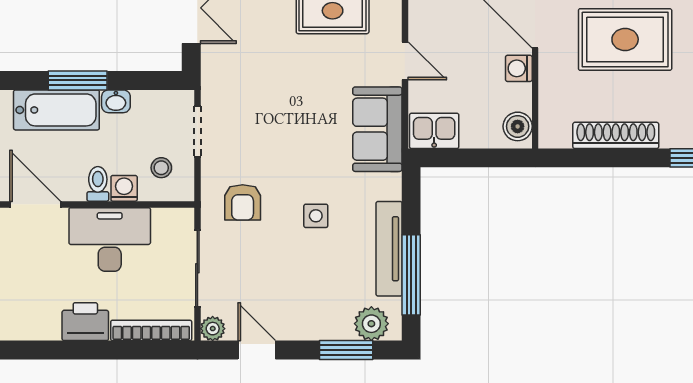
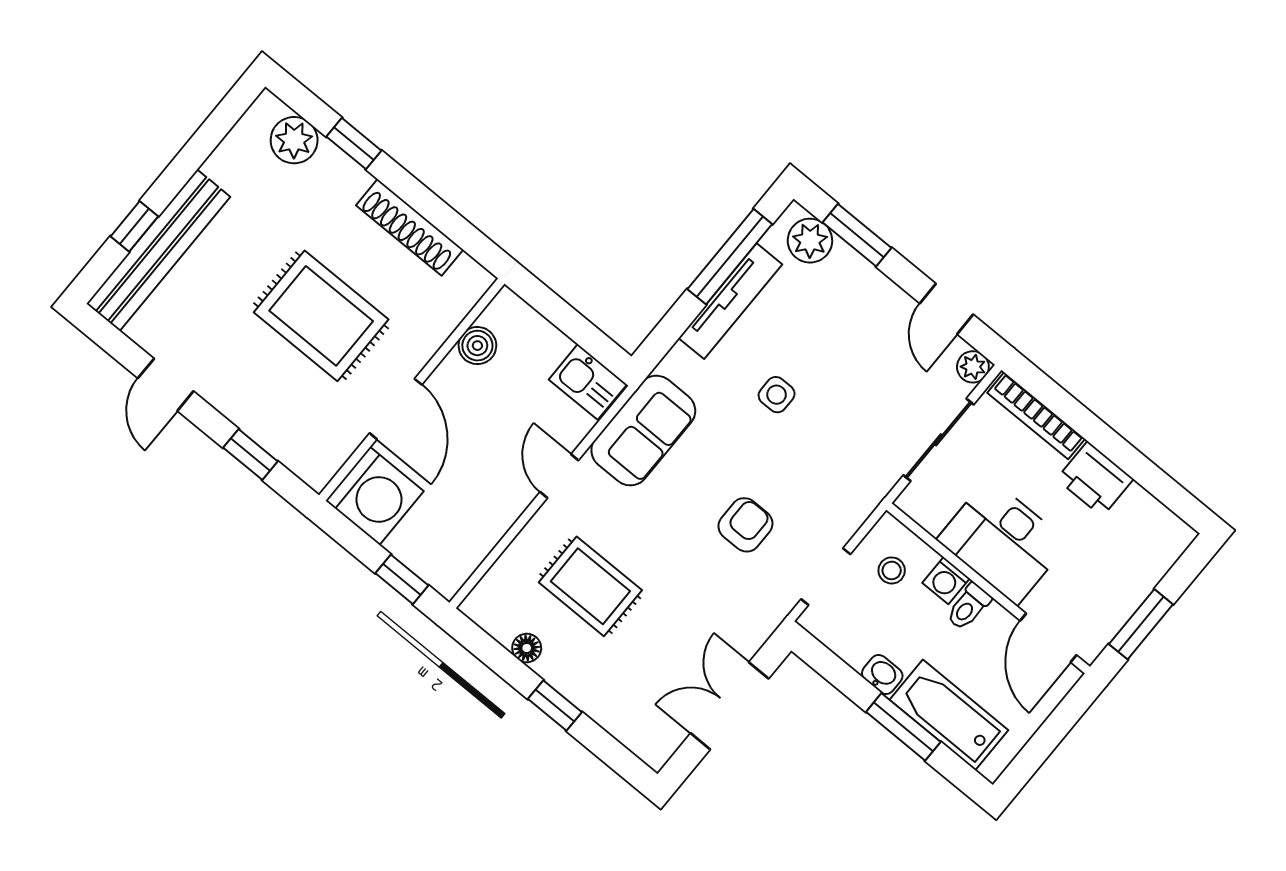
washing machine: (519, 68) -> (451, 375), removed
boiler: (518, 126) -> (477, 346), moved
armchair: (243, 202) -> (745, 525), moved

